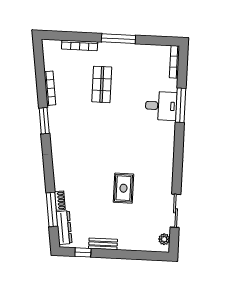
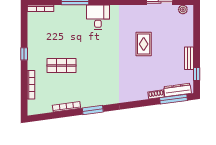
window: (118, 39) -> (24, 54), width x0.46
desk: (161, 106) -> (98, 17), moved
rug: (123, 188) -> (144, 44), turned 90
window: (52, 210) -> (173, 99), moved

